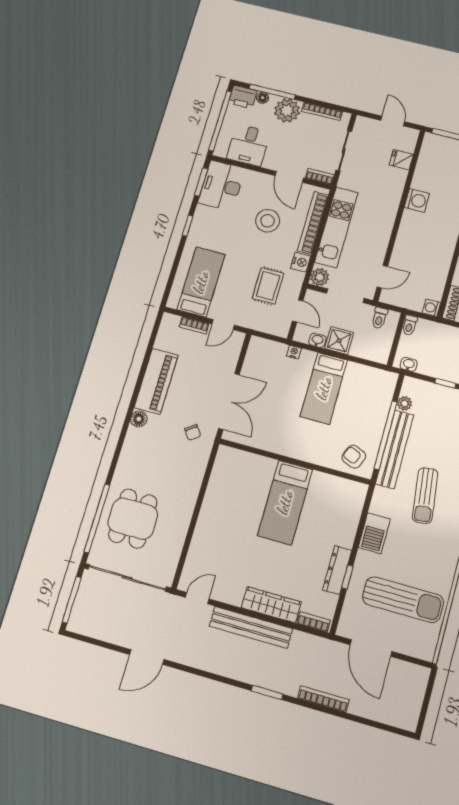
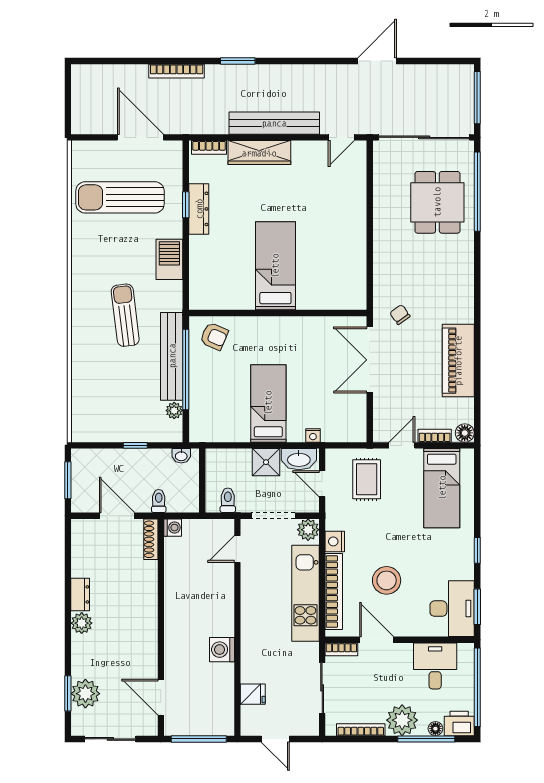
rug: (268, 286) -> (367, 479), moved
toilet: (410, 325) -> (159, 501), moved
washbasin: (317, 340) -> (299, 459), width x1.91, depth x1.45
floor lamp: (139, 419) -> (465, 433), moved

